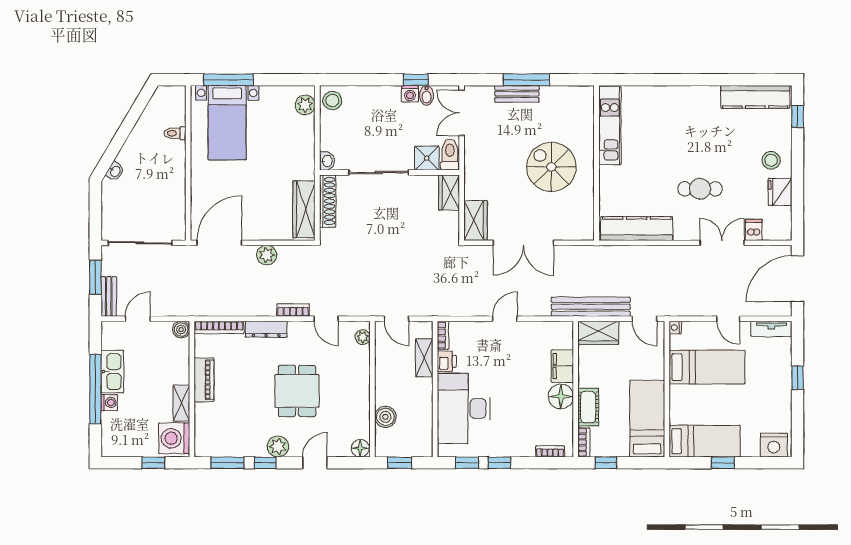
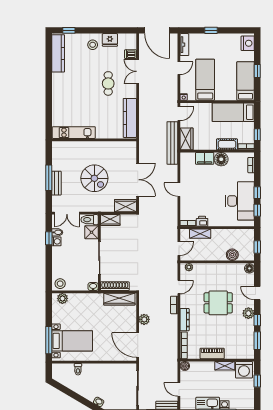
spiral stairs: (551, 167) -> (94, 178), moved, turned -90
desk: (464, 408) -> (240, 201), moved, turned -90

